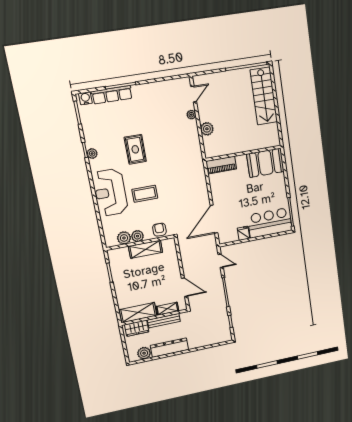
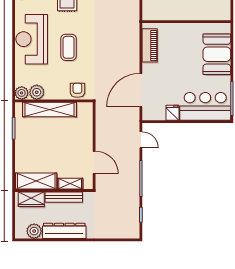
booth: (265, 163) -> (217, 54), moved, turned 90
piano: (221, 165) -> (150, 45), moved, turned -90
coffee table: (145, 194) -> (69, 47), turned 90
plant: (137, 236) -> (22, 93), moved
shelving: (146, 249) -> (49, 110), width x1.47

